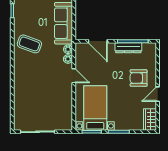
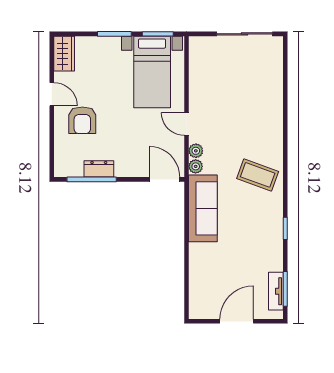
door: (98, 41) -> (164, 179), moved
dresser: (128, 48) -> (99, 169), width x0.70
armchair: (139, 78) -> (82, 120), turned 90
door: (158, 94) -> (52, 94), hinge flipped

